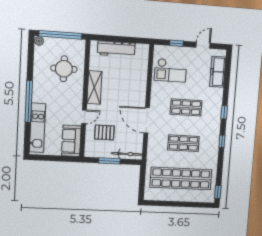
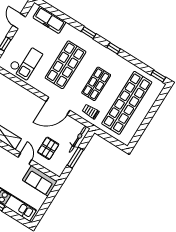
shop shelf: (186, 107) -> (66, 65), width x1.43, depth x1.36
trolley: (157, 152) -> (91, 112), added

